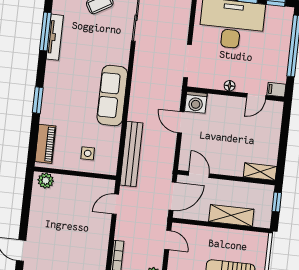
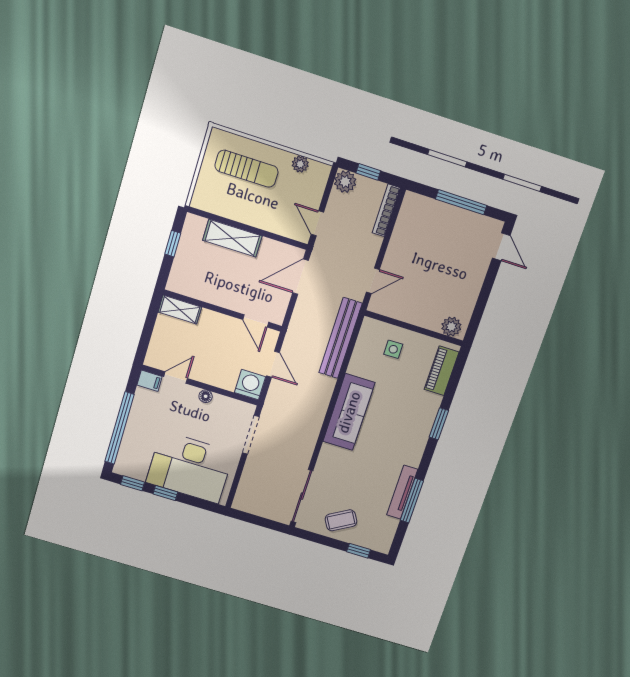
shelving: (260, 172) -> (180, 310), moved
door: (199, 175) -> (256, 321), moved
wall: (226, 178) -> (223, 311), moved

